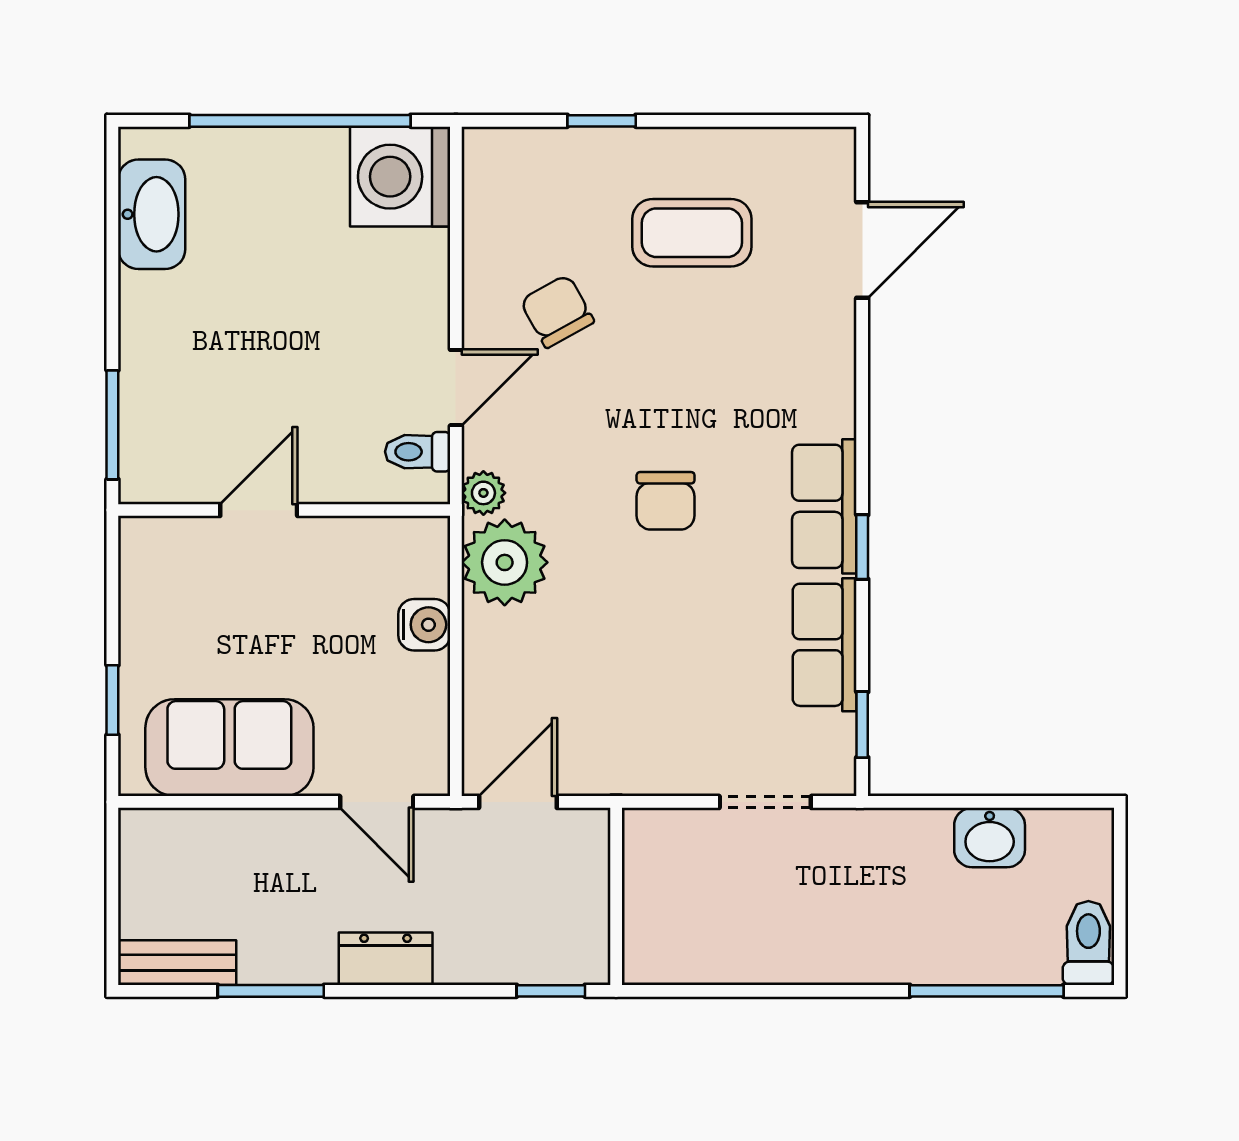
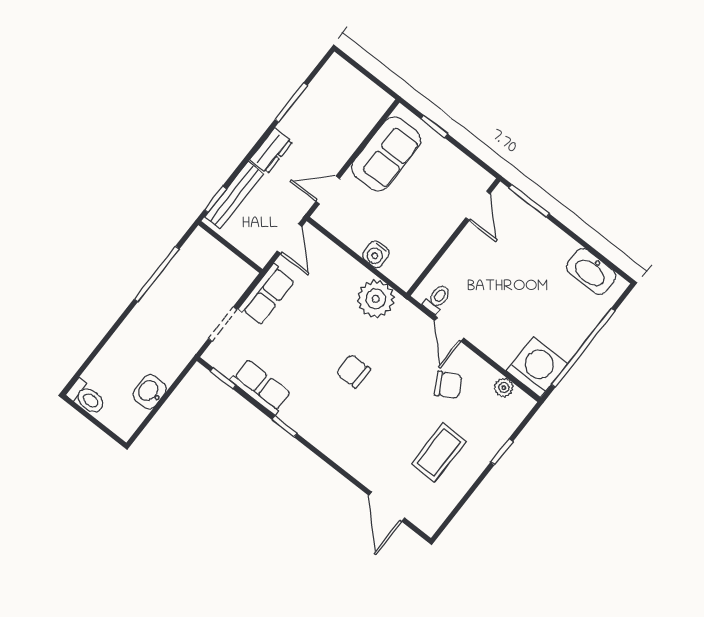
plant: (483, 493) -> (504, 388), moved
row of seats: (824, 506) -> (267, 295), moved, turned 90
door: (259, 510) -> (478, 206), moved
bench: (177, 963) -> (234, 195), moved, width x1.36
window: (987, 991) -> (157, 274), moved

